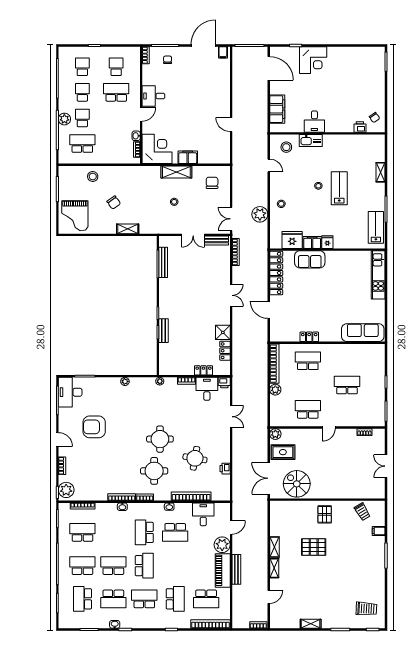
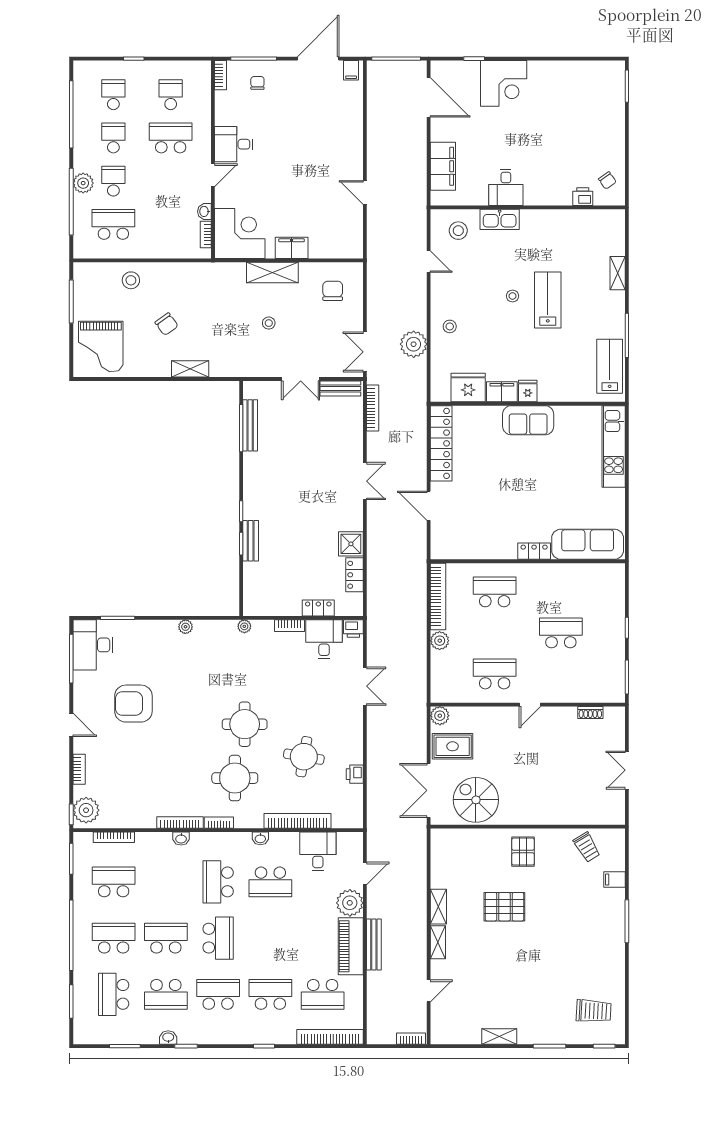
sofa: (310, 259) -> (528, 420), moved
locker: (309, 337) -> (534, 551), moved
school desk: (175, 599) -> (270, 994), turned -90

